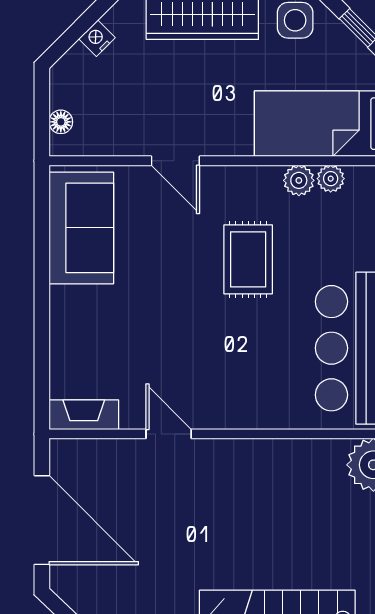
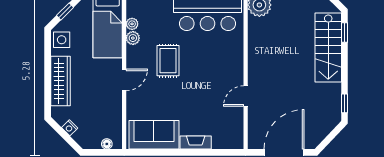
door: (175, 161) -> (124, 80), moved
rug: (248, 259) -> (168, 61), turned 90
fireplace: (84, 415) -> (196, 143), moved, turned 90

